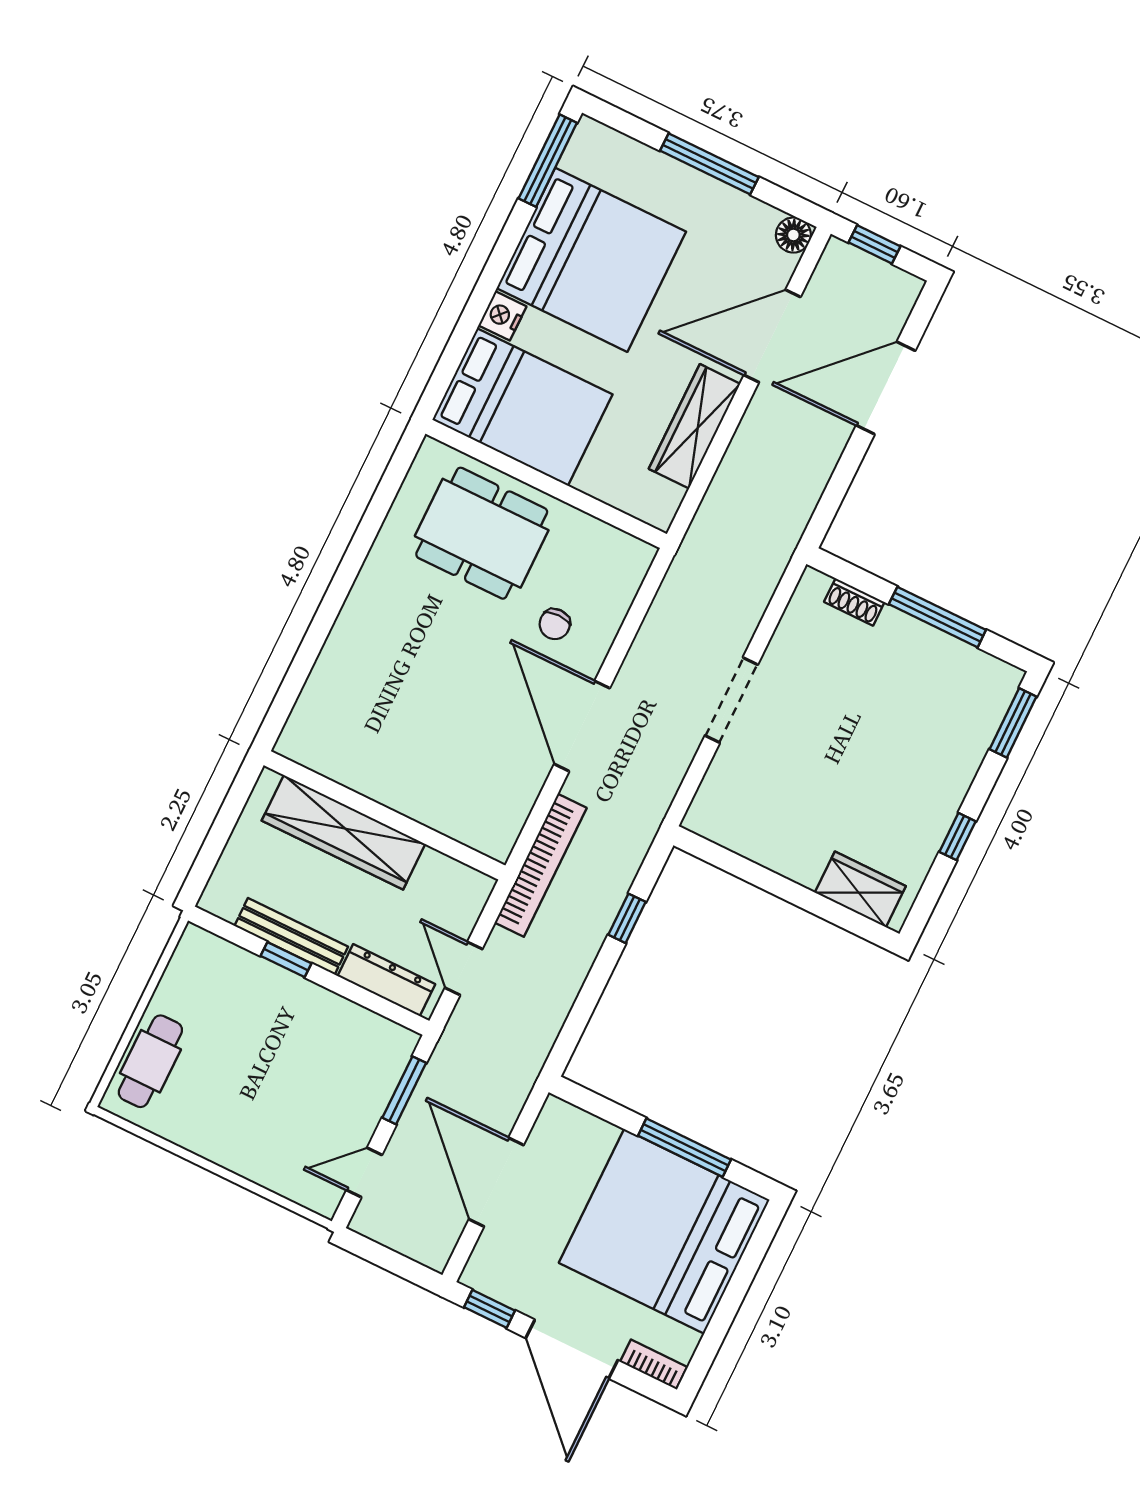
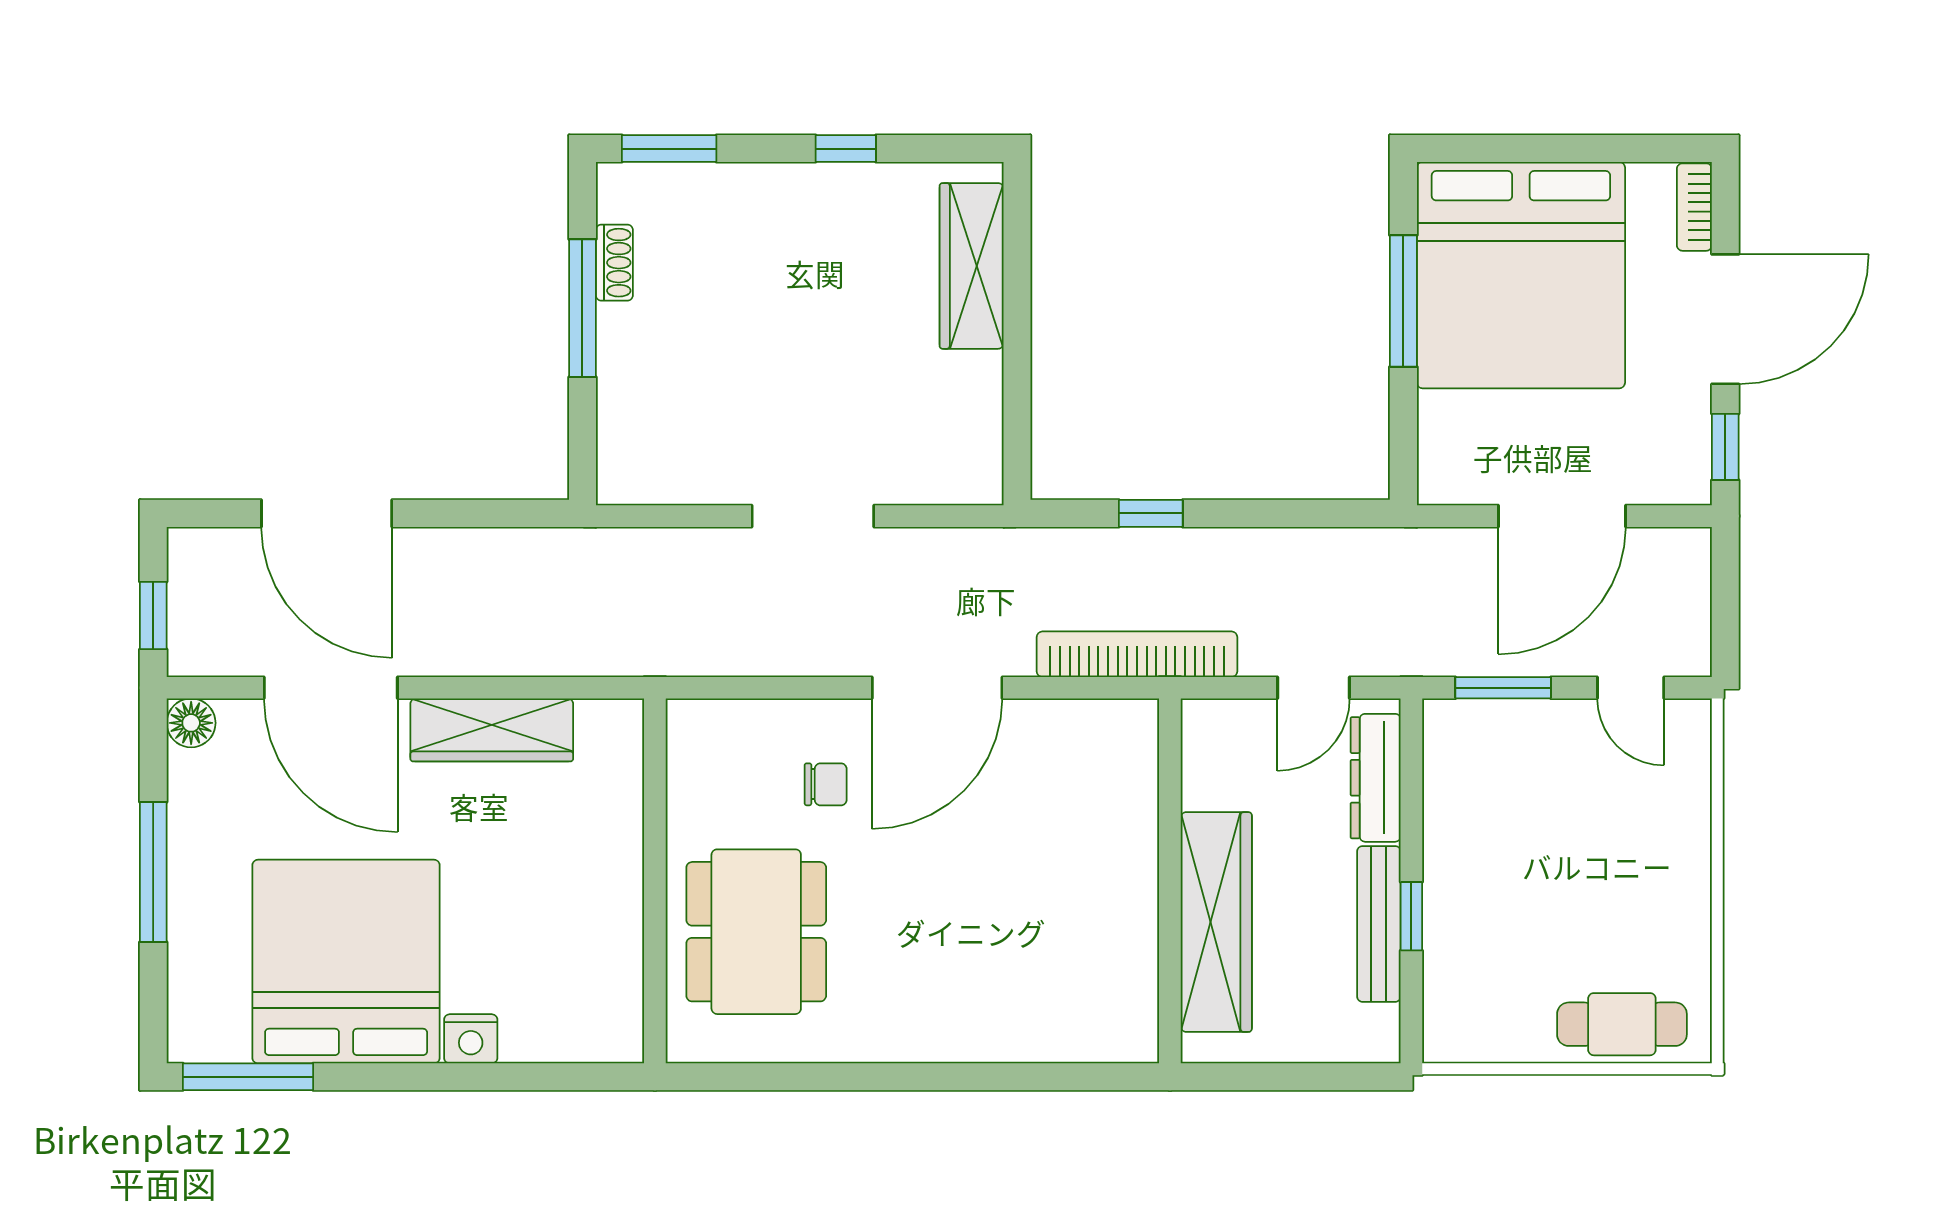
bed: (522, 407) -> (573, 958), removed
shoe rack: (854, 602) -> (614, 263), moved
wardrobe: (860, 889) -> (972, 266), width x1.50

